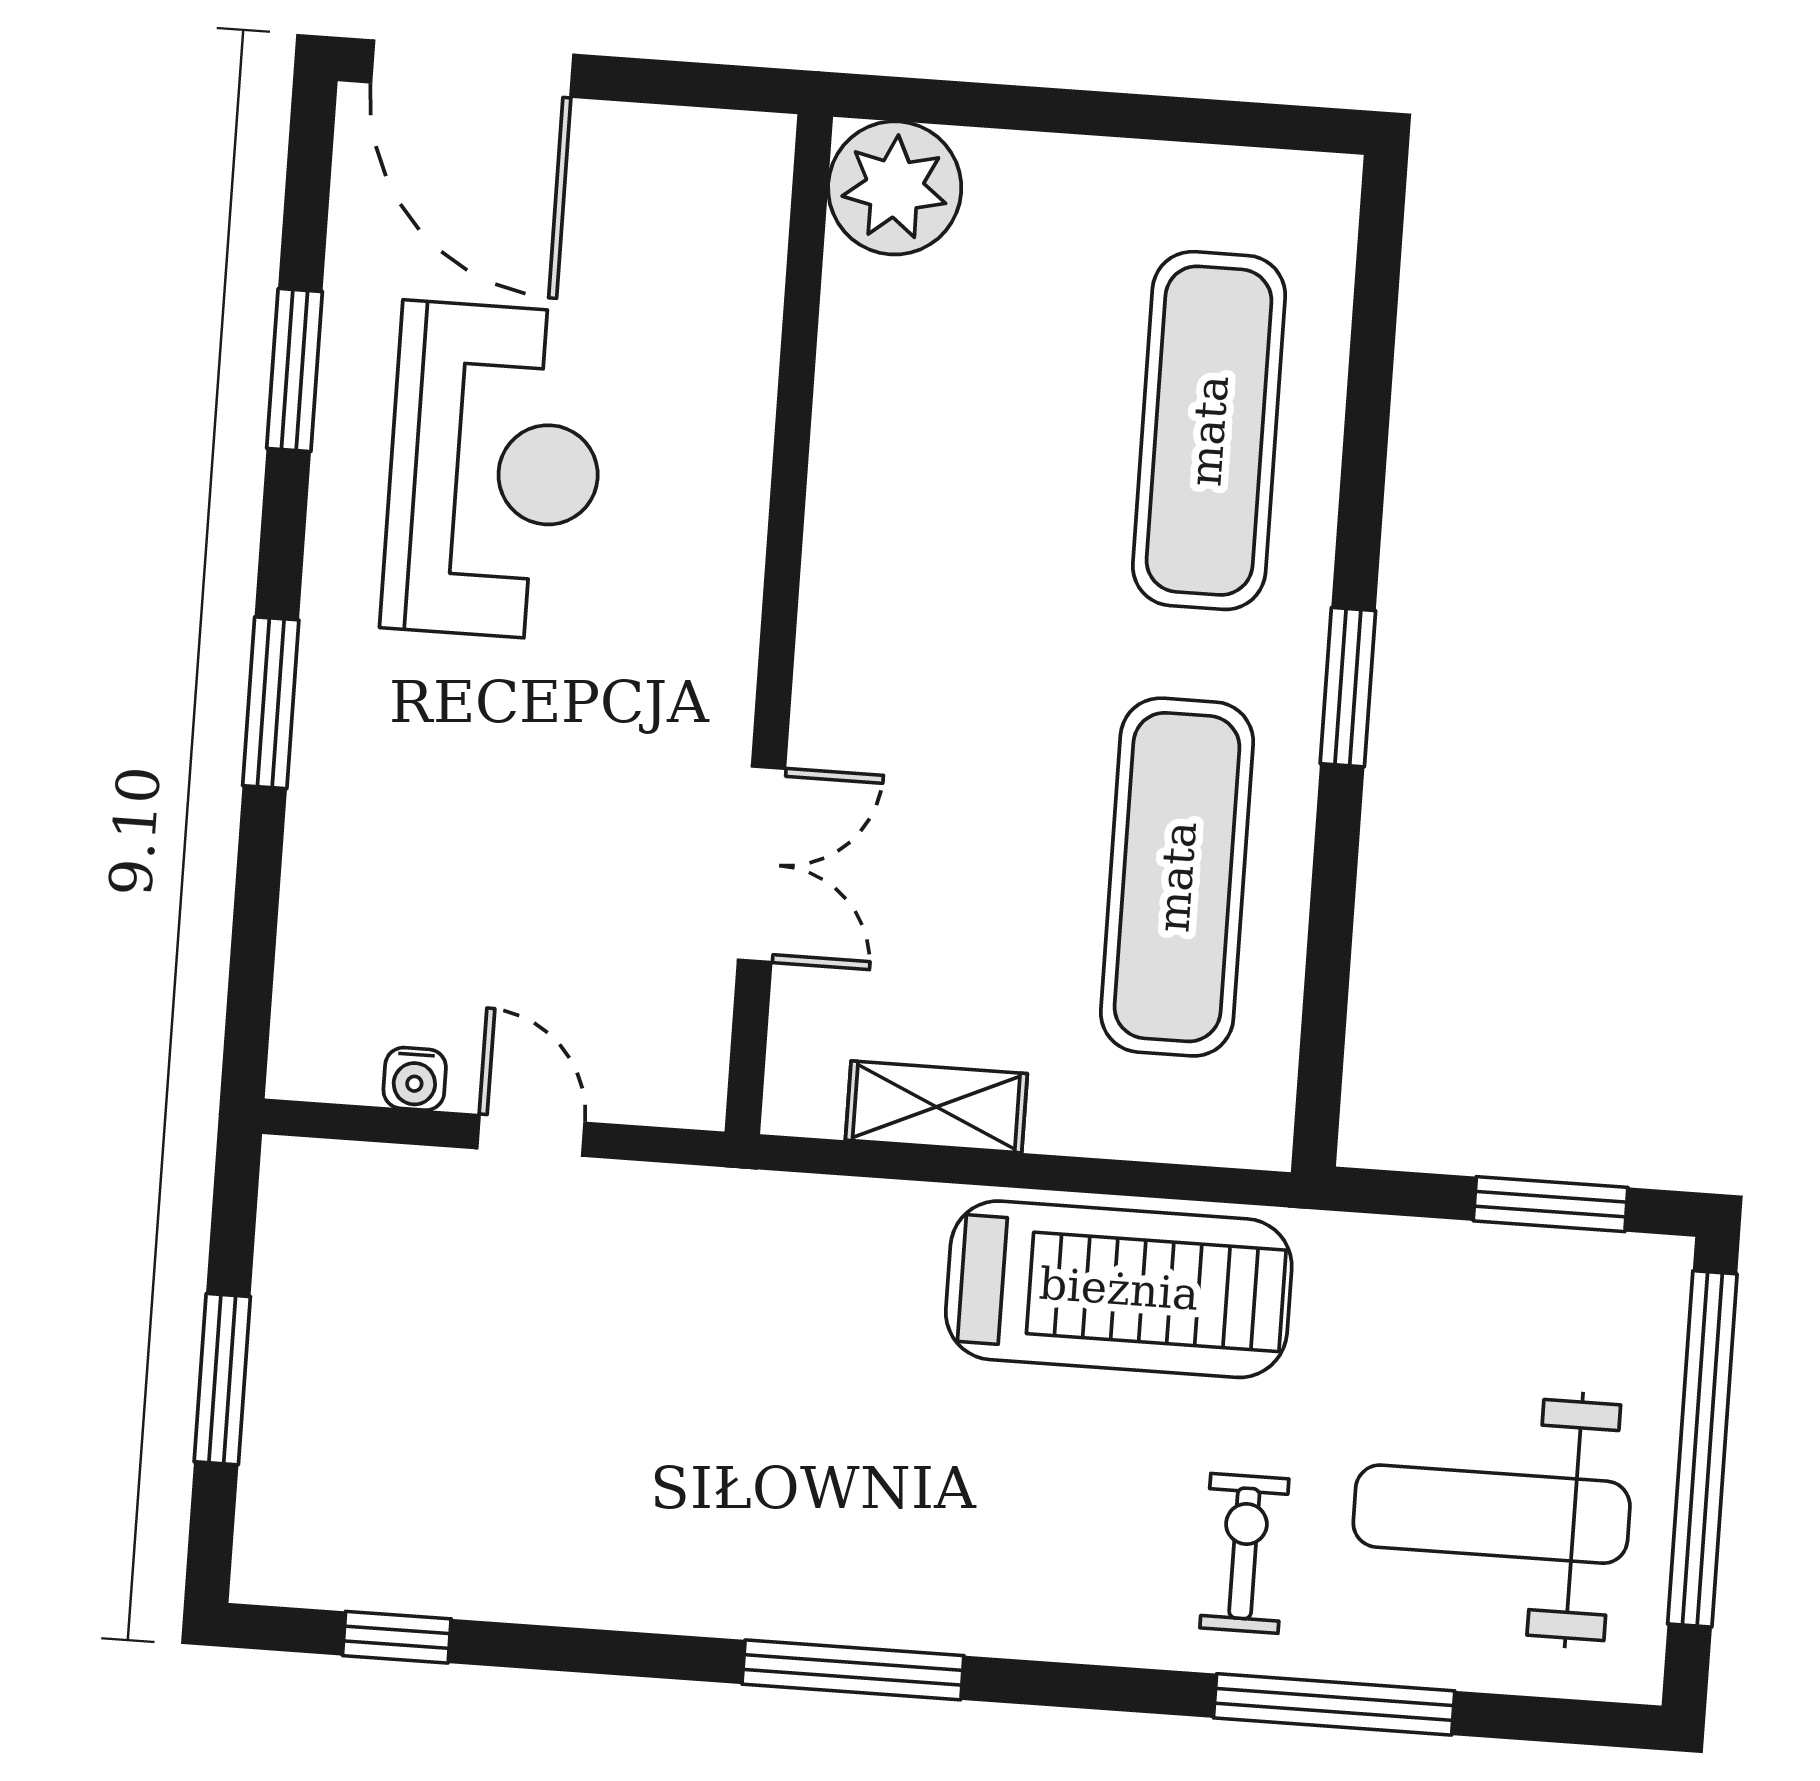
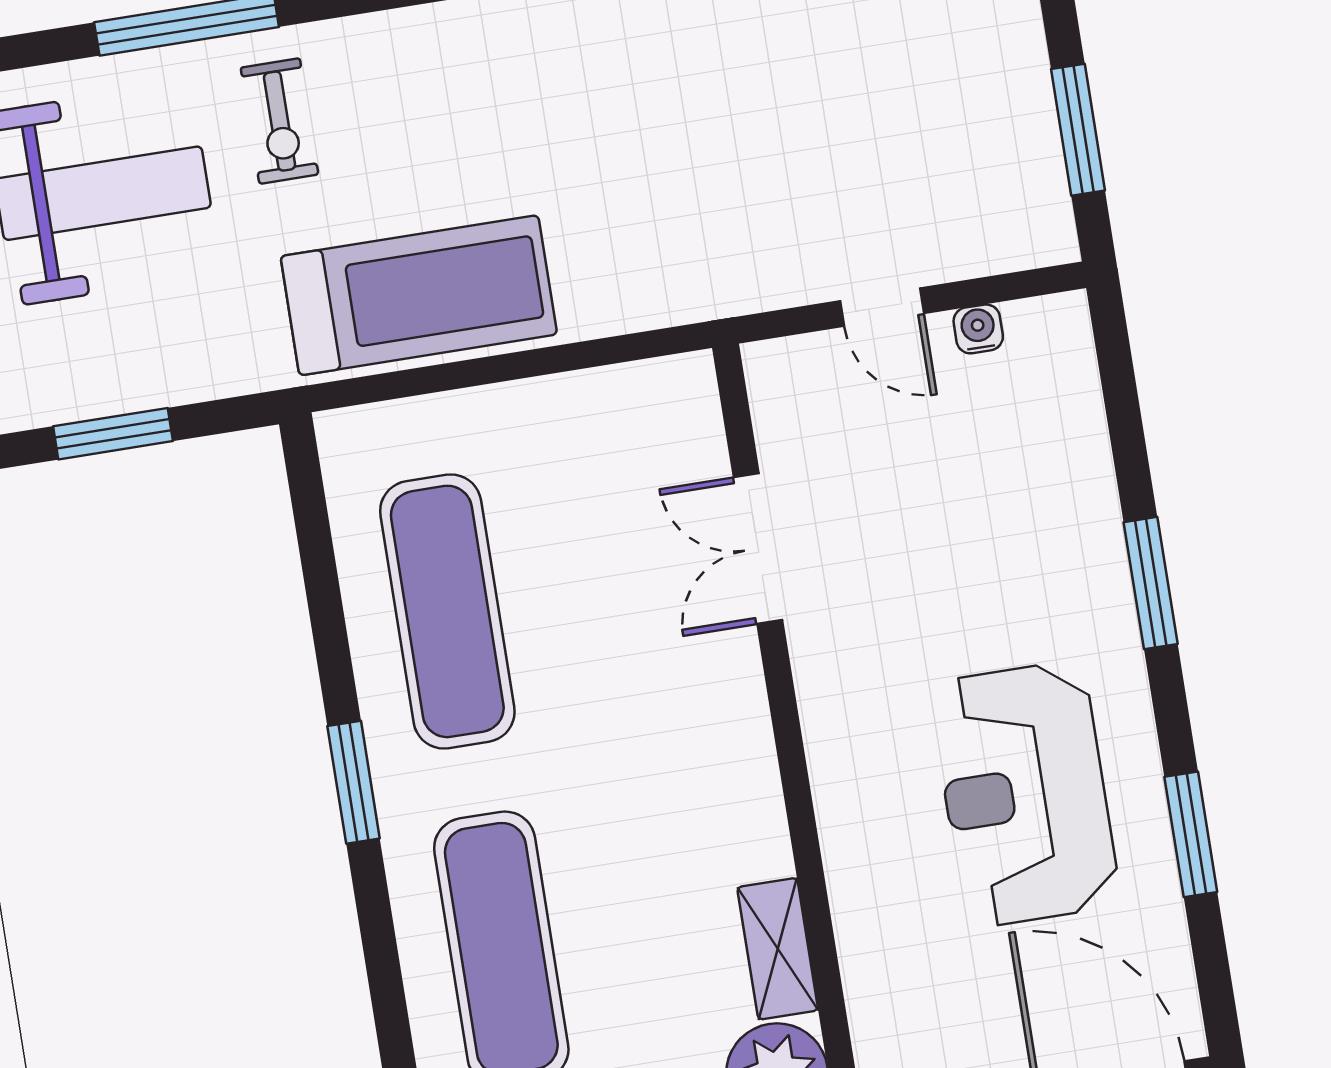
shelving: (936, 1107) -> (778, 949), moved, turned 90
treadmill: (1119, 1289) -> (419, 295), turned 180
window: (222, 1379) -> (1078, 130), moved

